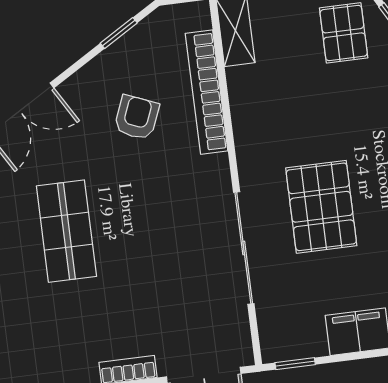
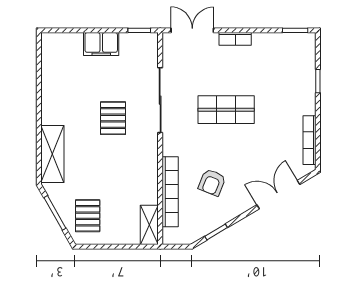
pallet: (321, 207) -> (113, 118), width x0.67, depth x0.71
shop shelf: (66, 231) -> (226, 110), moved, turned 90

